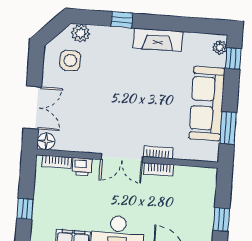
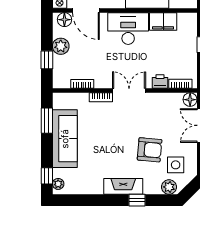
fireplace: (158, 40) -> (123, 186), moved
armchair: (102, 82) -> (150, 150), added
bookcase: (159, 169) -> (82, 84), moved
window: (221, 219) -> (47, 60), moved
plant: (204, 220) -> (61, 46), added

